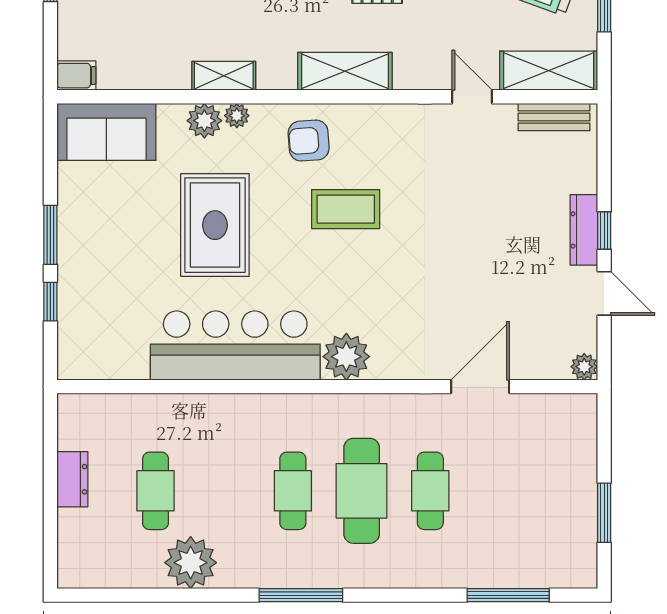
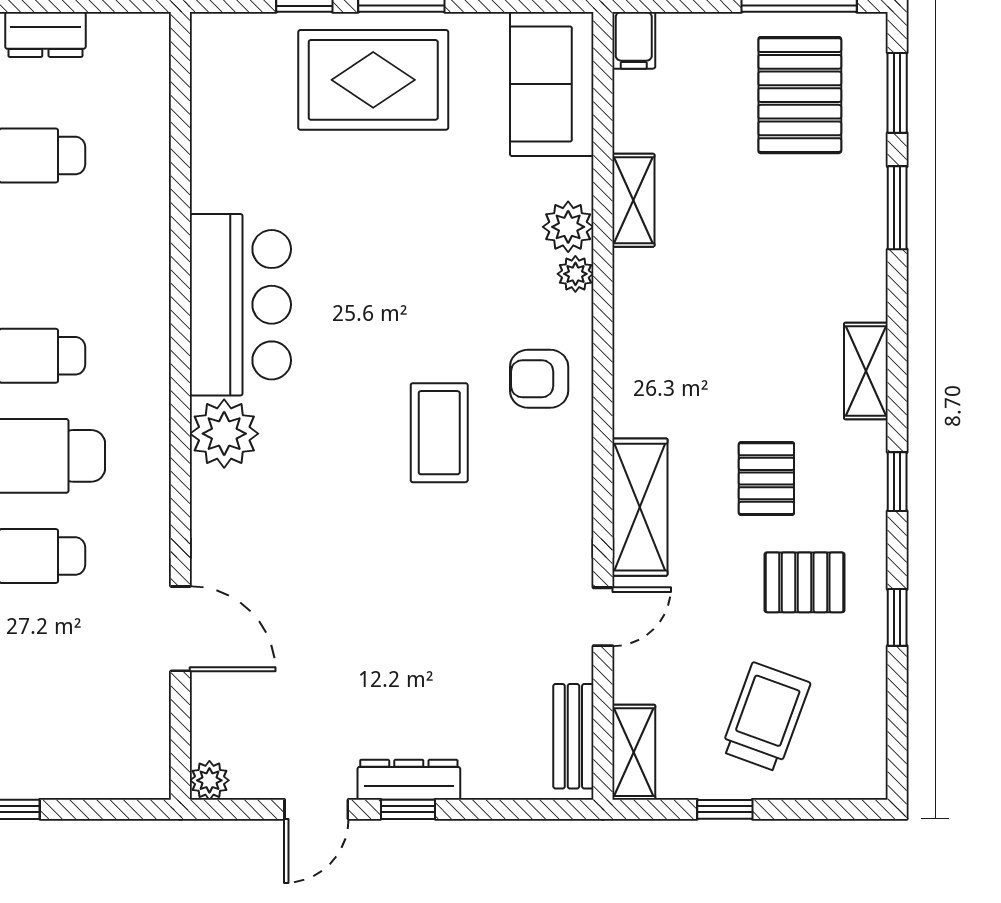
shelving: (345, 71) -> (640, 507), moved
shelving: (549, 71) -> (634, 752), width x0.67, depth x0.75
shelving: (224, 76) -> (633, 200), moved
armchair: (309, 141) -> (539, 379), turned -86
rug: (215, 225) -> (373, 80), moved
bar counter: (235, 345) -> (240, 305), width x0.73

